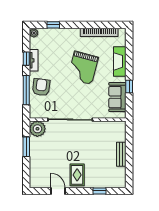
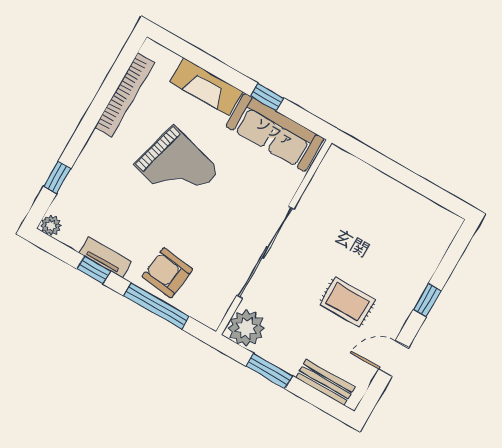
sofa: (117, 97) -> (275, 132), width x1.36
bench: (121, 154) -> (325, 382), moved
rug: (77, 175) -> (347, 302), moved
window: (100, 191) -> (427, 300), moved

